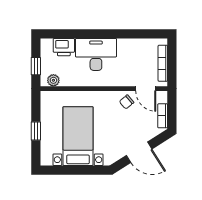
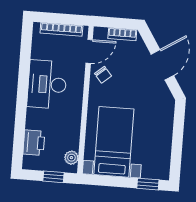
desk: (96, 54) -> (47, 84), moved
window: (36, 131) -> (148, 184), moved
bed with nightstands: (78, 136) -> (114, 142), moved, turned 90

